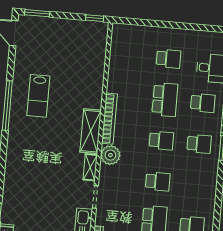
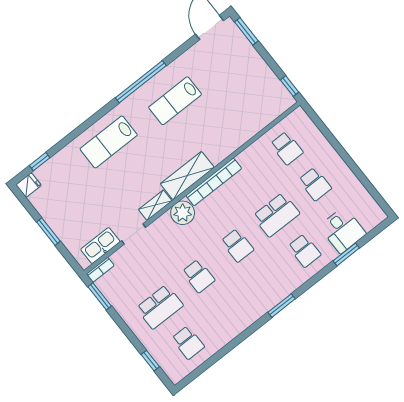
school desk: (199, 144) -> (287, 148), moved
lab bench: (25, 159) -> (109, 142), added

